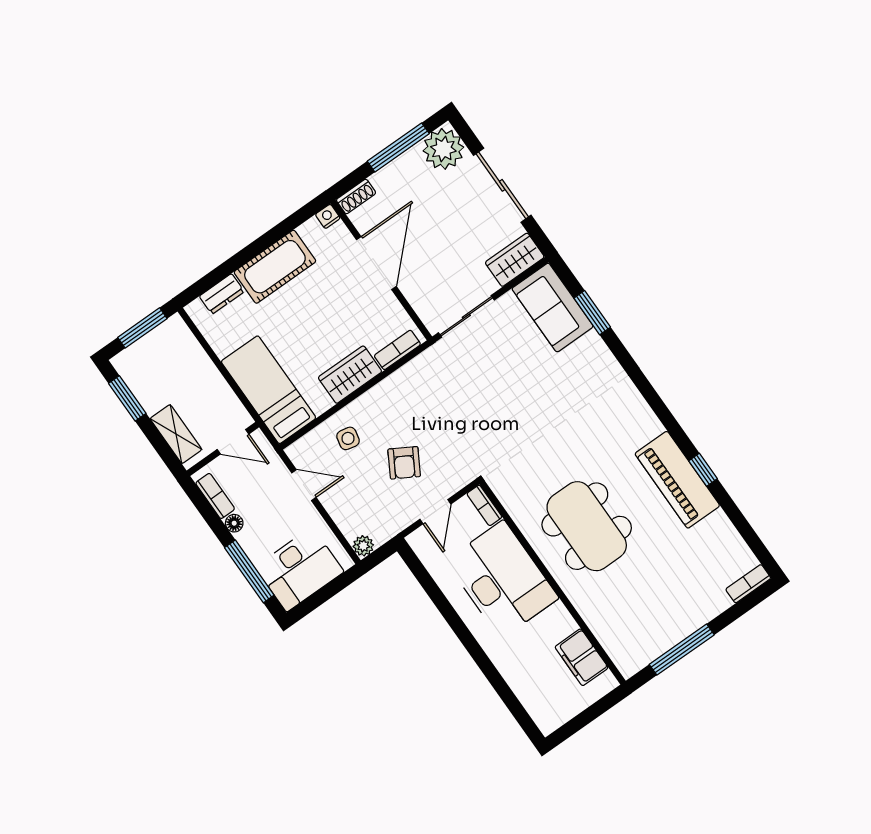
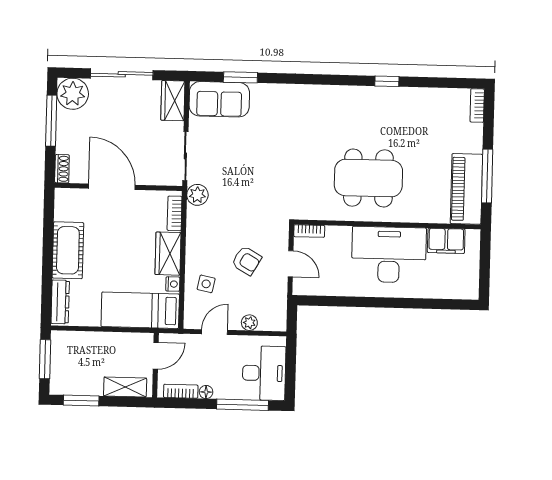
nightstand: (328, 216) -> (173, 284), moved, turned 180
dresser: (222, 294) -> (60, 302), width x1.44
plant: (435, 359) -> (197, 195), added
piano: (677, 480) -> (466, 189), moved, turned 90
plant: (363, 546) -> (249, 323), moved
desk: (502, 579) -> (389, 255), moved

